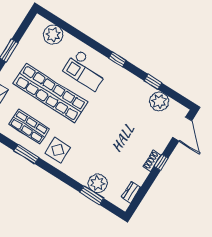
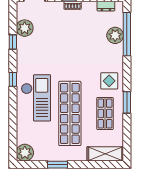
plant: (53, 35) -> (25, 153), moved
checkout: (86, 70) -> (36, 98), width x1.36, depth x1.21
window: (92, 195) -> (127, 34), width x2.11

